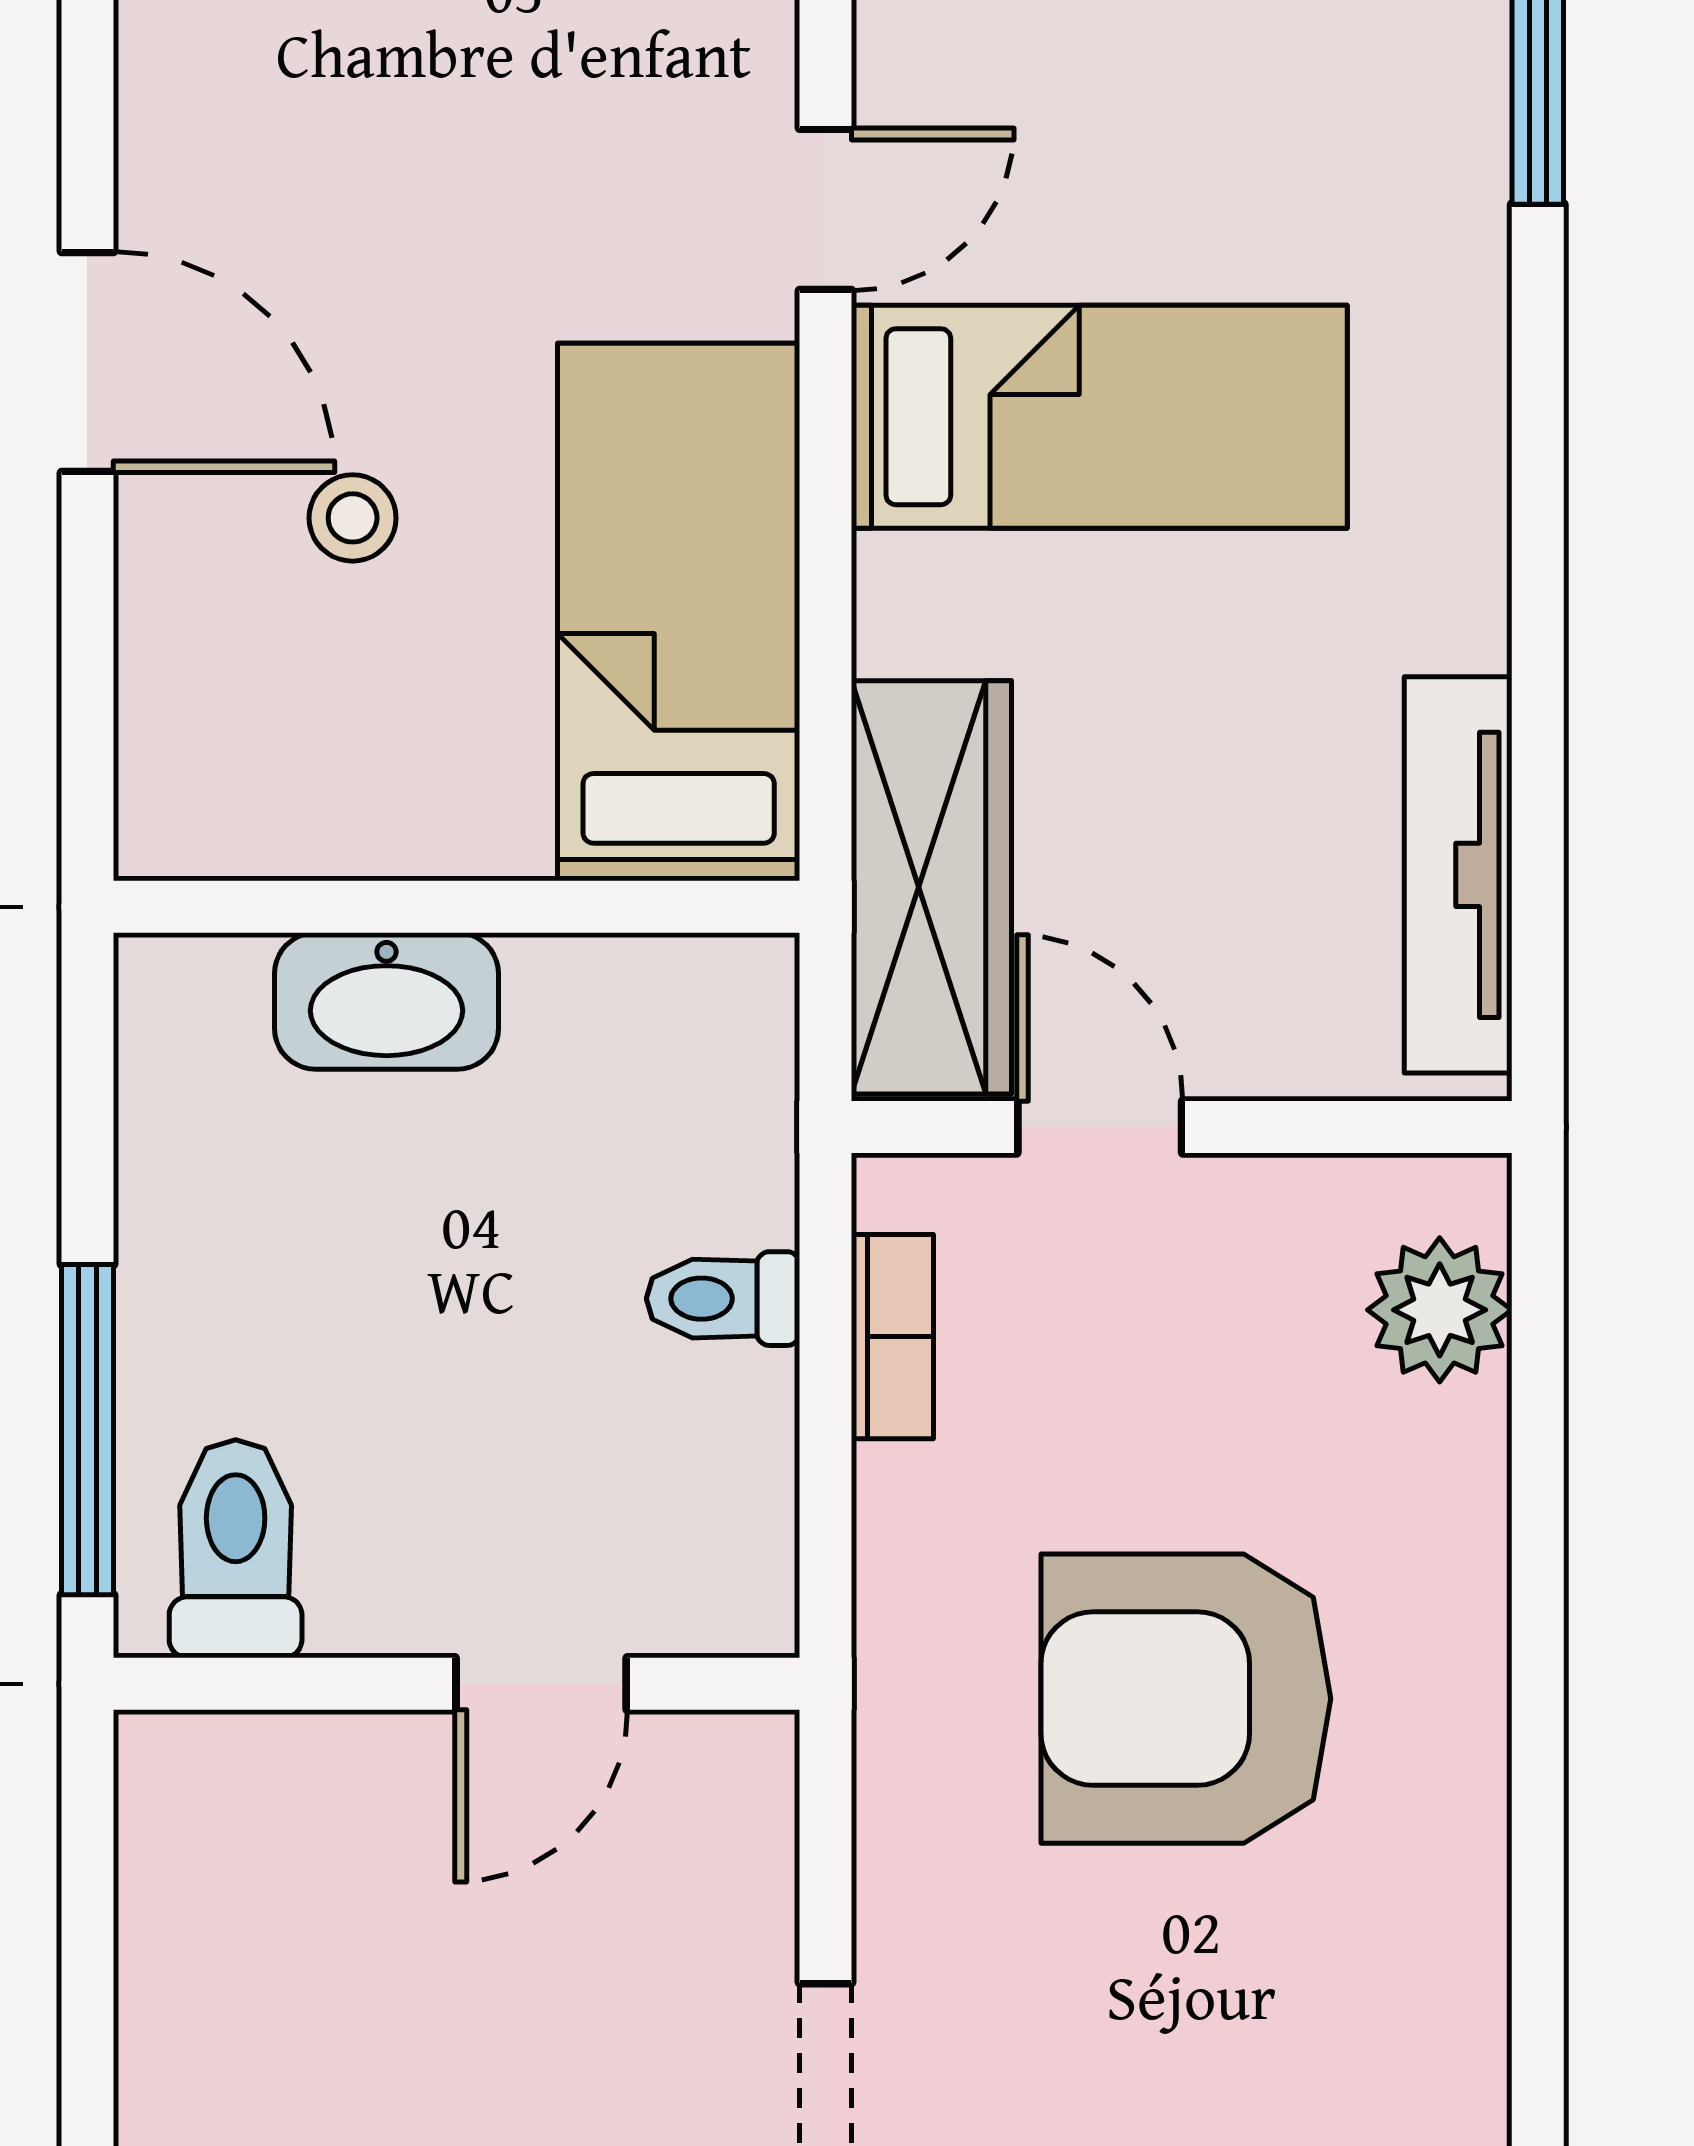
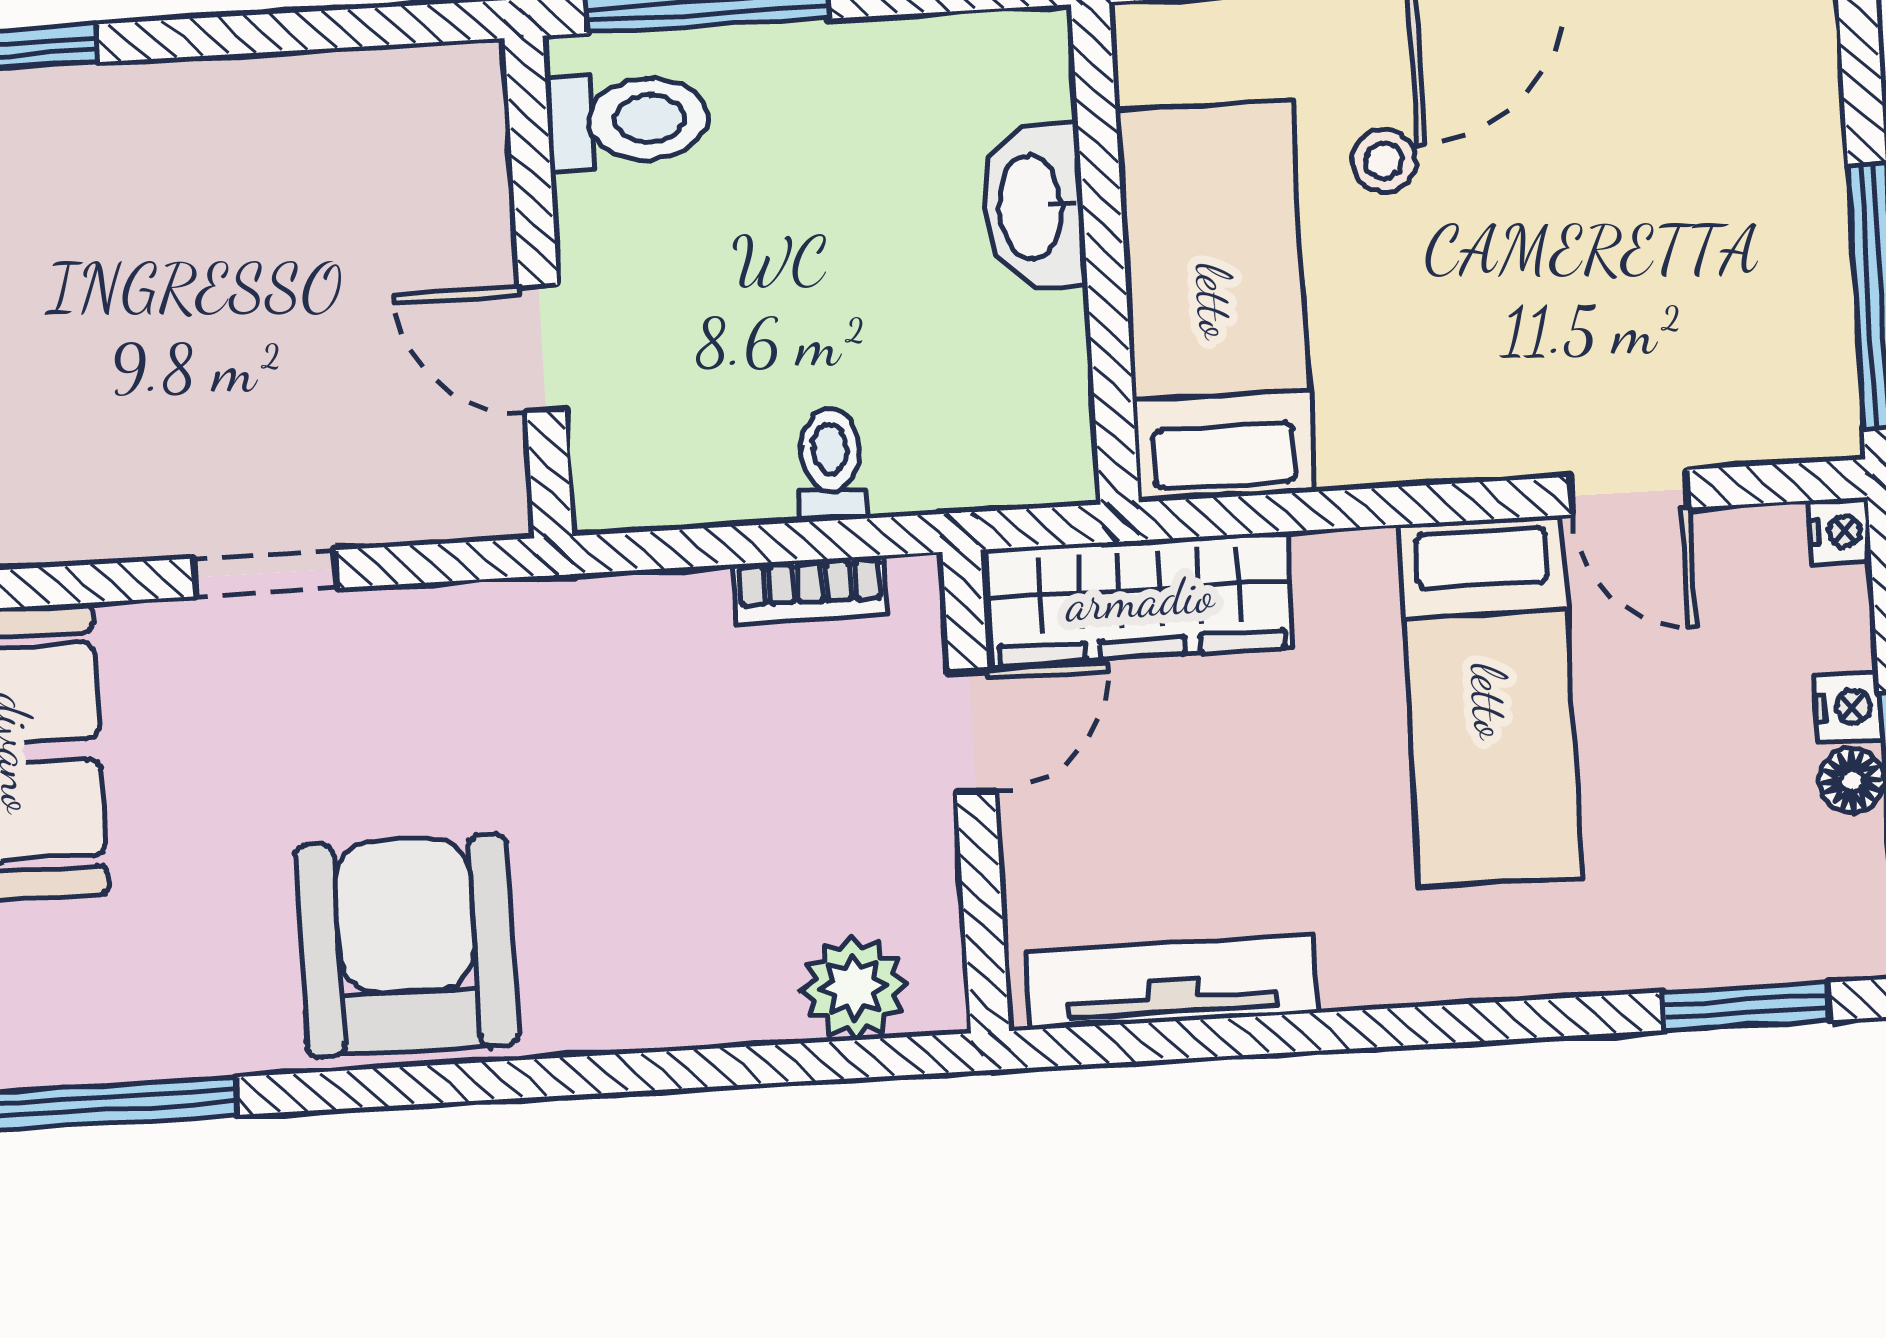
bed: (679, 612) -> (1215, 301), moved, turned -90
armchair: (1186, 1699) -> (407, 945), moved

